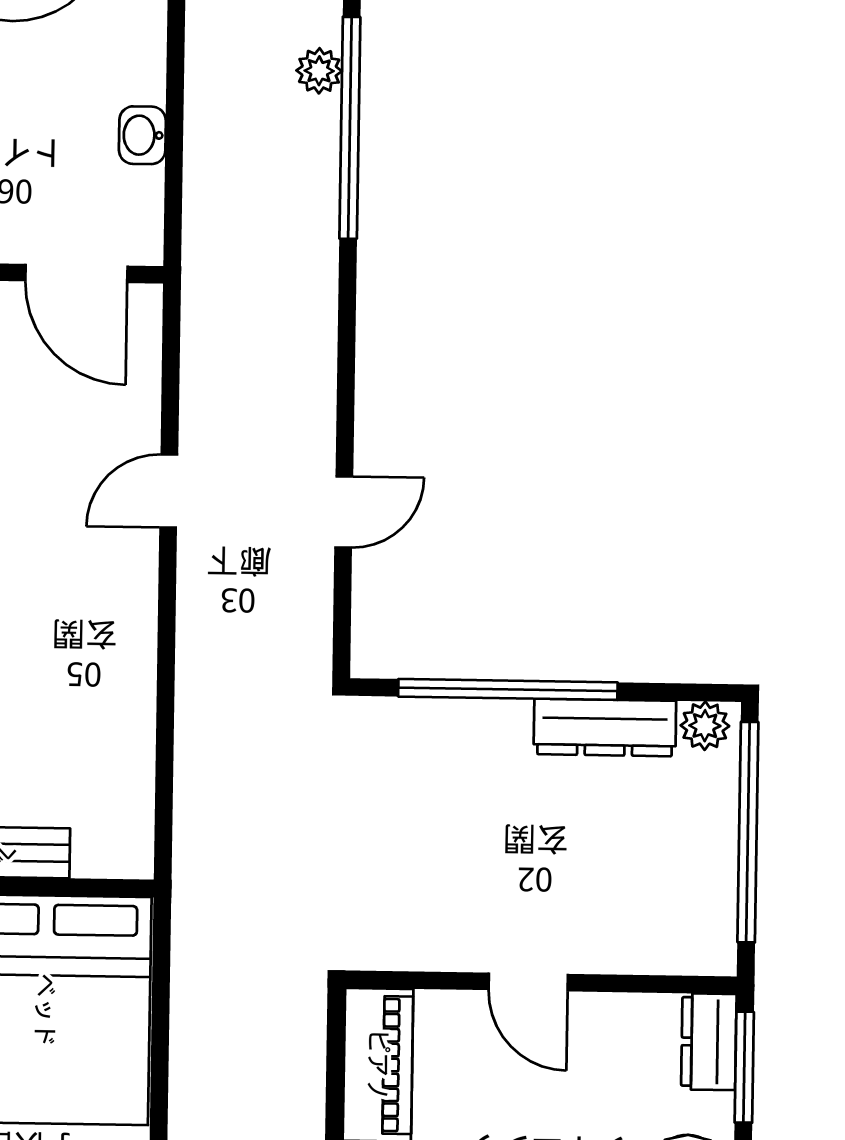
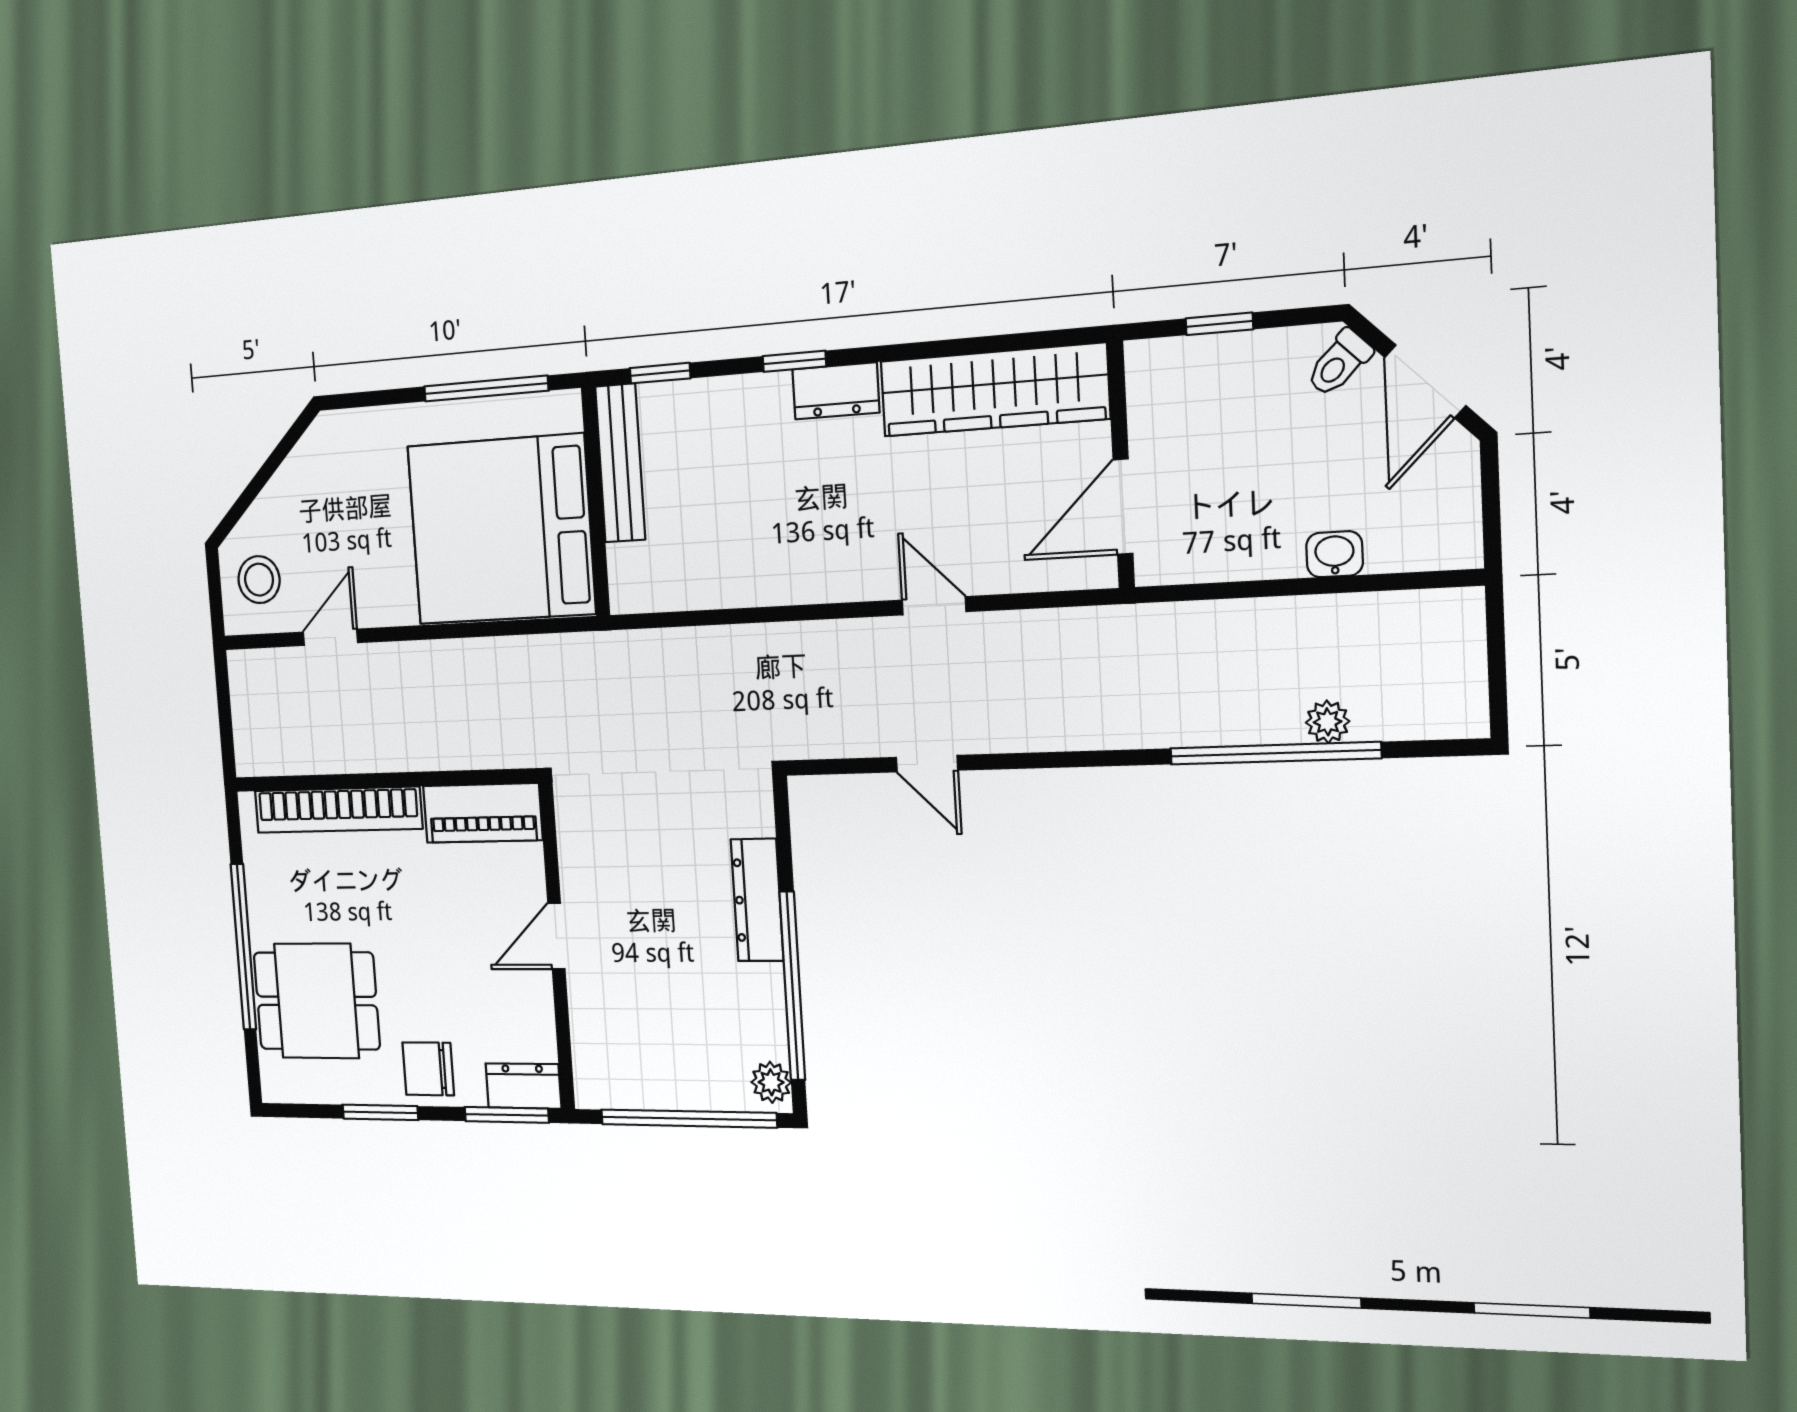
washbasin: (142, 135) -> (1335, 554), moved
window: (508, 689) -> (792, 986), moved
dresser: (605, 727) -> (757, 900), moved

